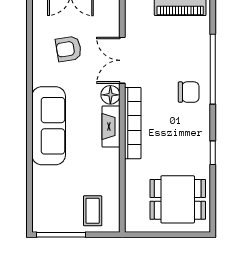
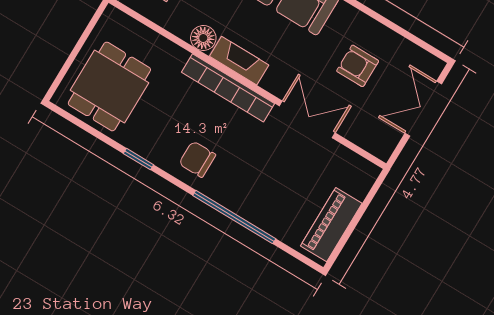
armchair: (69, 49) -> (358, 66), turned -81
chair: (189, 92) -> (197, 159), moved, turned 90
floor lamp: (110, 95) -> (203, 38), moved

